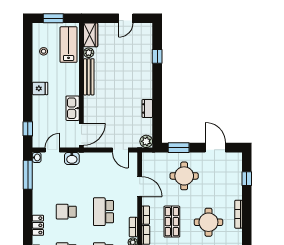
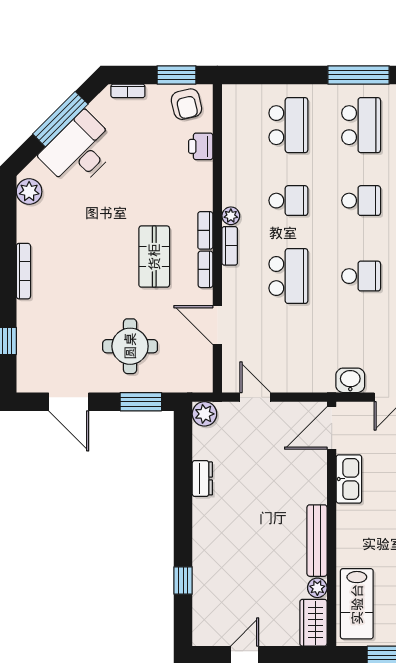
round table: (208, 222) -> (82, 255), removed

